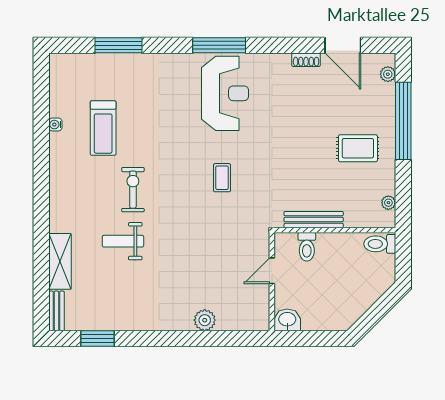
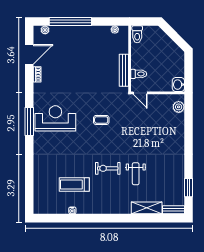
window: (119, 45) -> (29, 176), removed
treadmill: (103, 128) -> (74, 184), turned 180
rug: (358, 148) -> (85, 46), removed
door: (272, 271) -> (140, 93), moved
plant: (205, 320) -> (179, 107), moved

